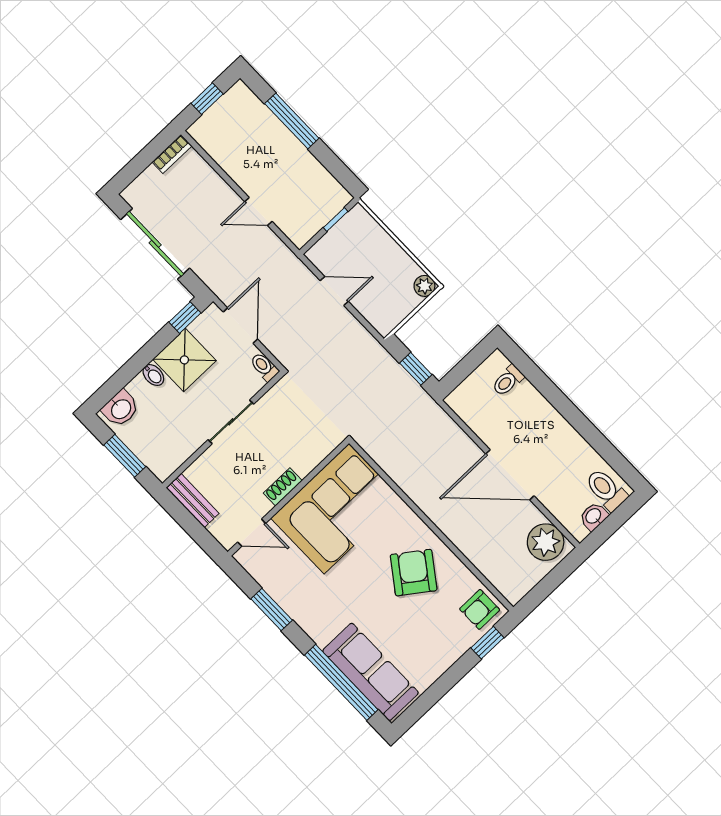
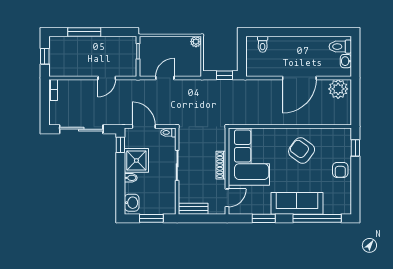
shoe rack: (283, 487) -> (221, 165), width x1.43
armchair: (480, 609) -> (340, 170), moved
sofa: (370, 672) -> (297, 203), moved

